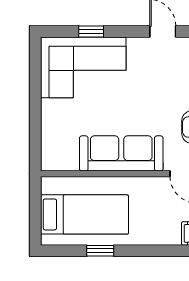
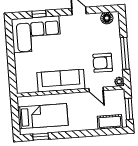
window: (100, 251) -> (41, 137), moved

